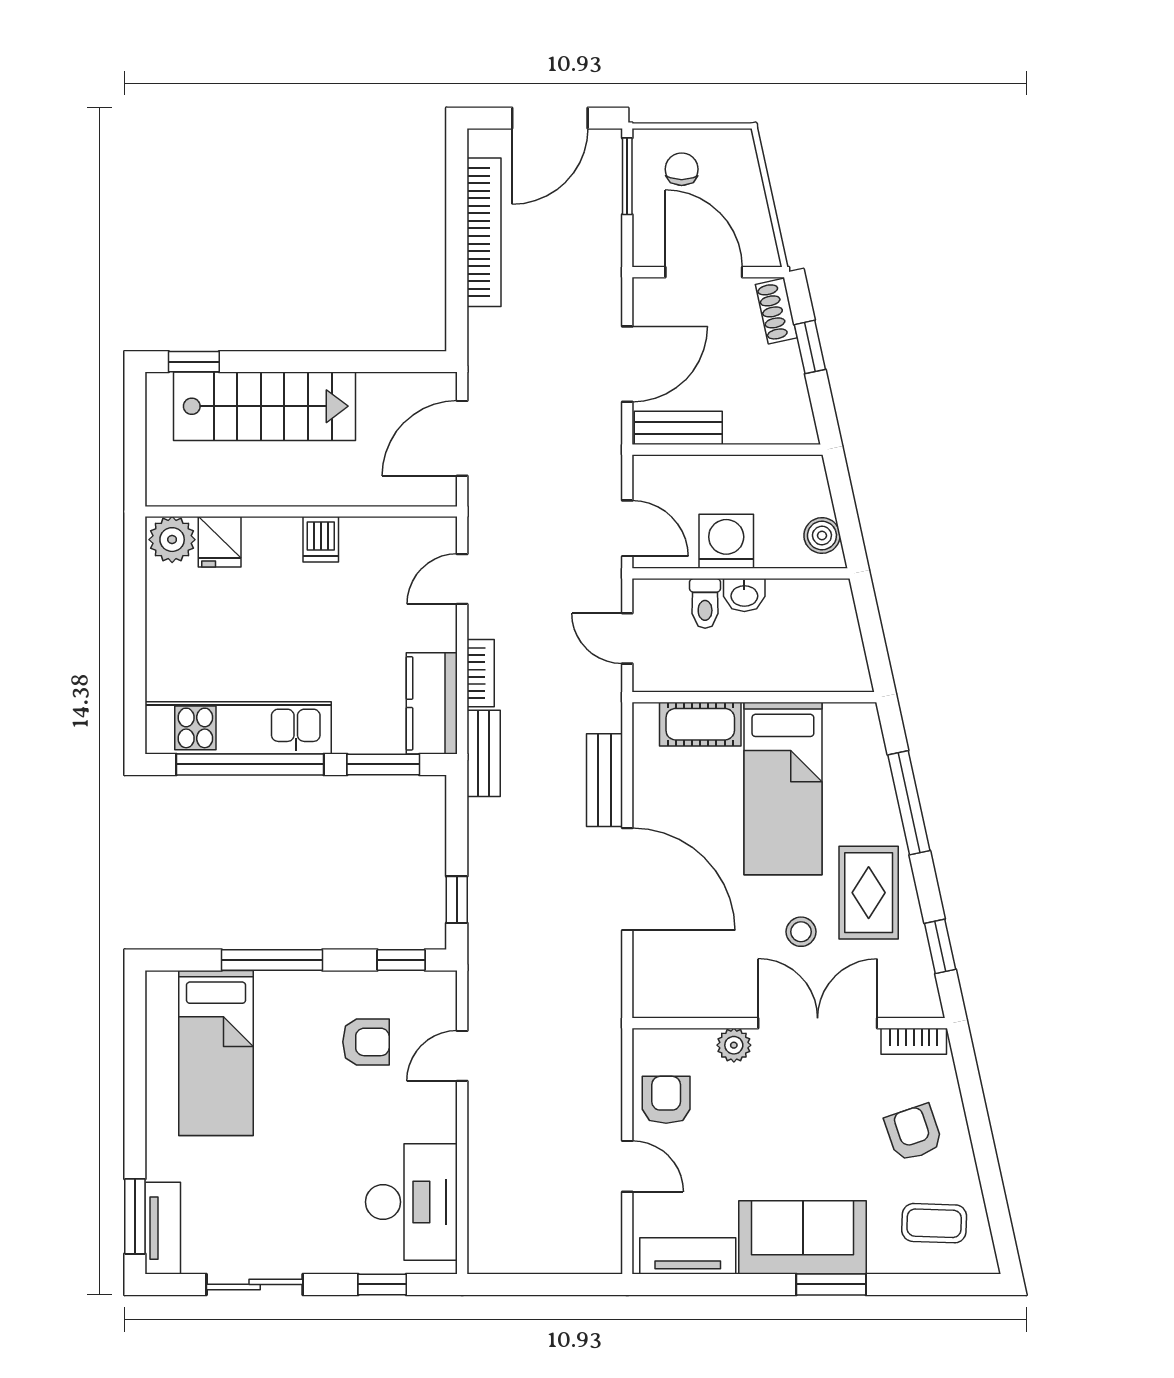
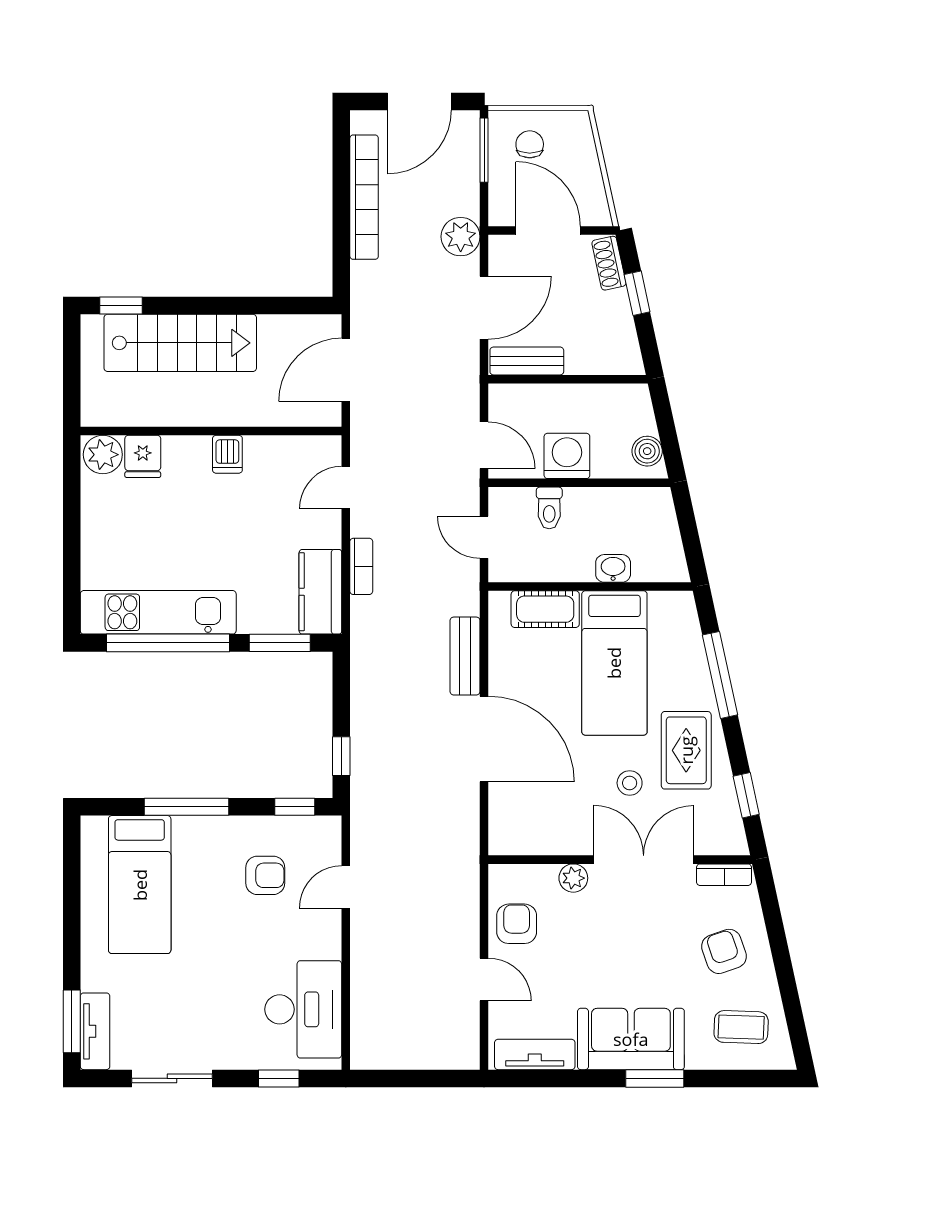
plant: (599, 279) -> (461, 237), added
washbasin: (744, 595) -> (613, 568), moved, turned 180
bench: (484, 753) -> (364, 634), removed

